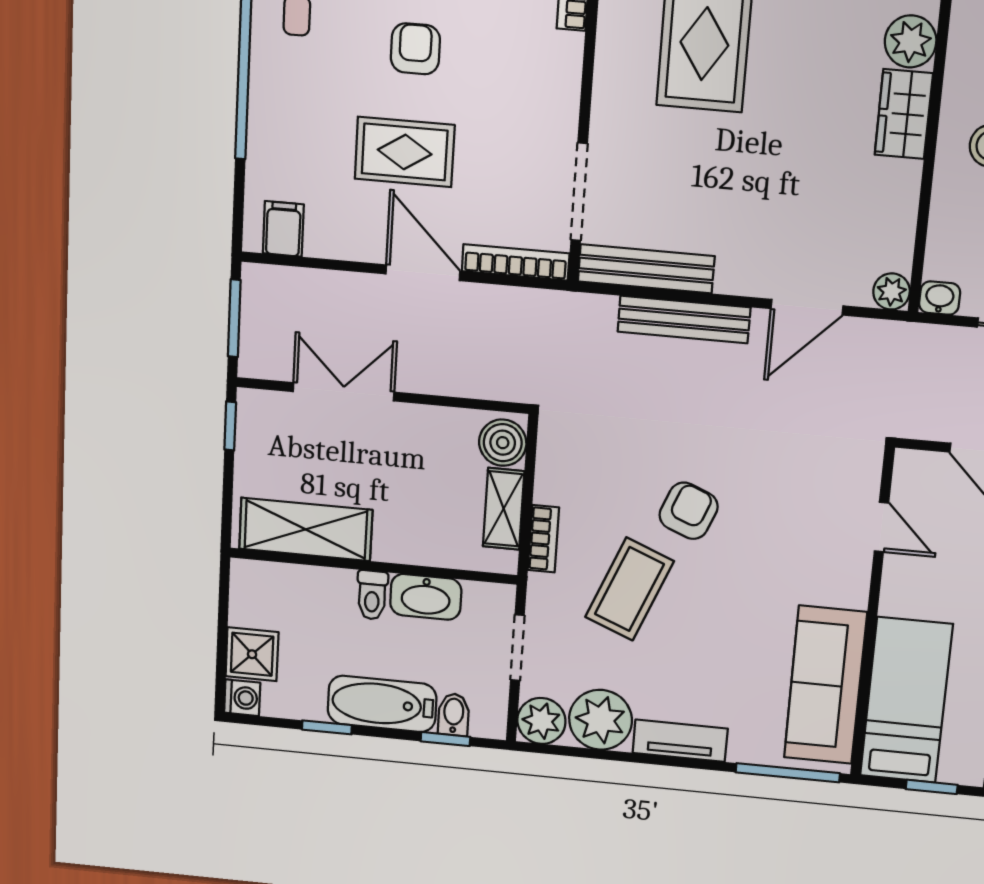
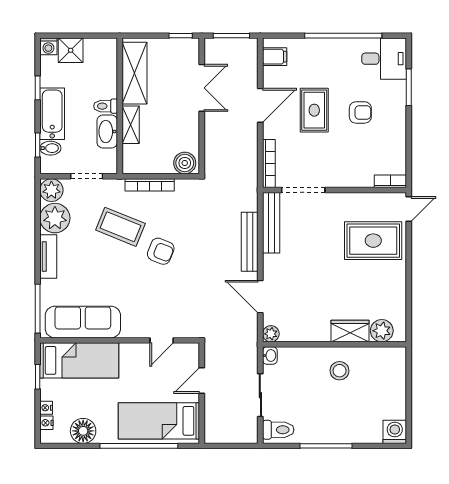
door: (423, 273) -> (260, 105), moved
shelving: (504, 509) -> (131, 125), moved, turned 90
bookcase: (543, 539) -> (150, 185), width x1.56

